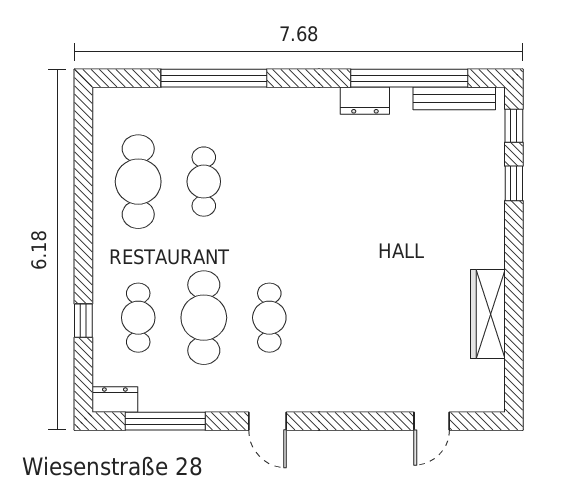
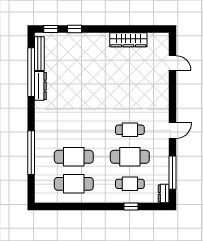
dresser: (365, 101) -> (40, 86), width x1.44
cafe table: (204, 182) -> (74, 157), width x1.37, depth x1.35

